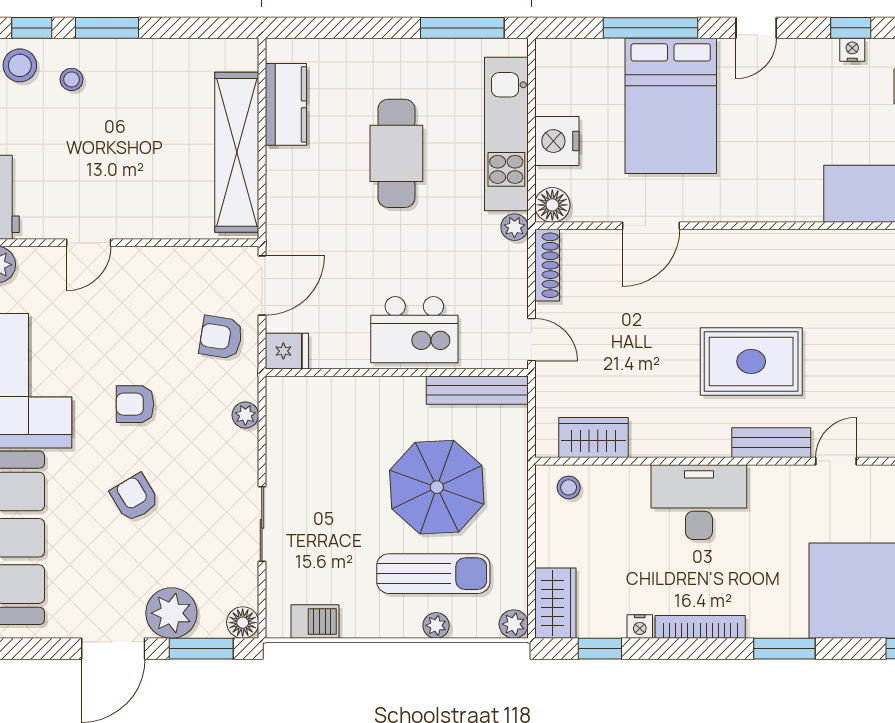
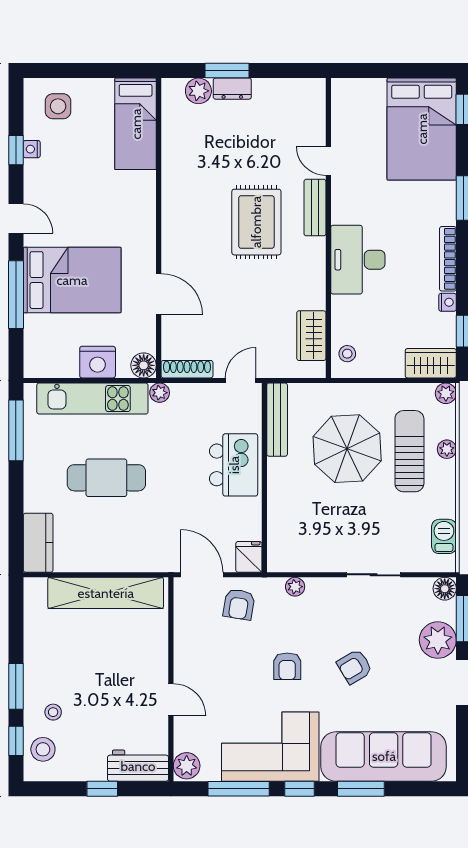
kitchen counter: (286, 104) -> (38, 543), moved, turned 90

